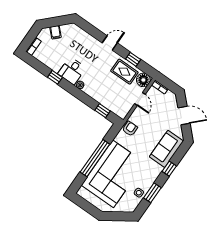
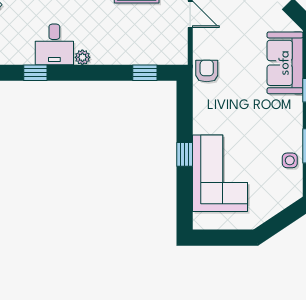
window: (95, 158) -> (185, 154), width x0.32
corner sofa: (113, 174) -> (220, 173), width x0.73, depth x0.74

